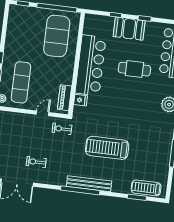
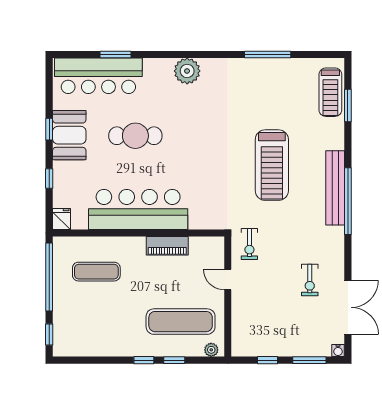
booth: (129, 29) -> (69, 135), moved
exercise mat: (57, 36) -> (96, 272), width x0.50, depth x0.69
cafe table: (134, 69) -> (135, 136), turned 90
piano: (65, 98) -> (167, 246), moved
fridge: (81, 100) -> (62, 219), moved

